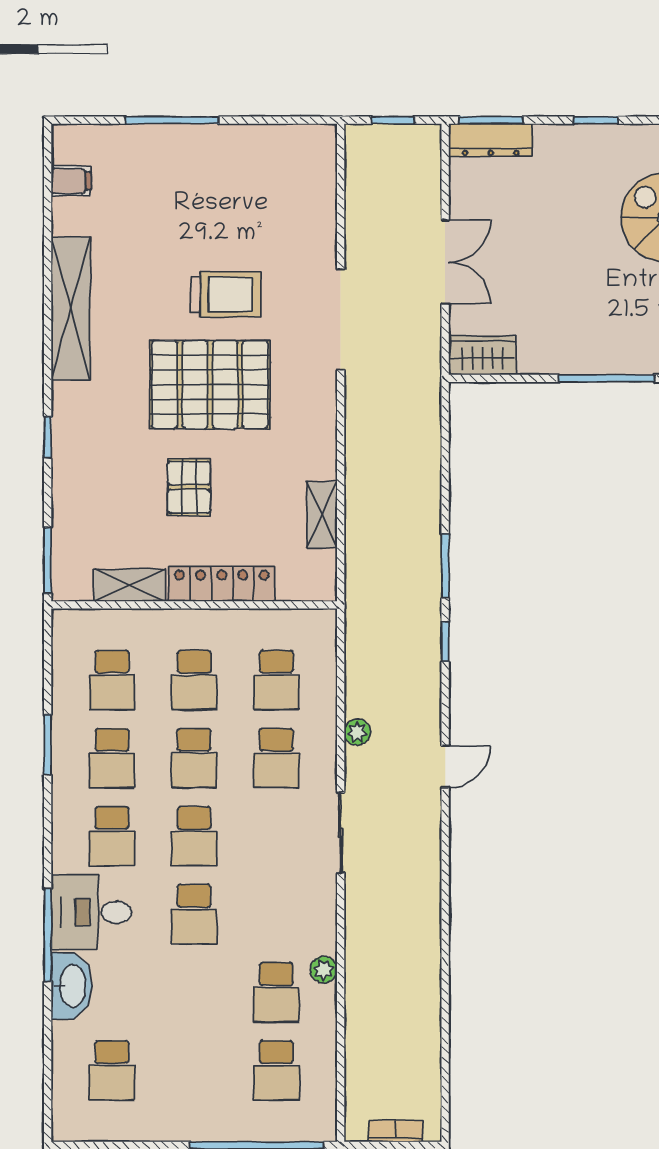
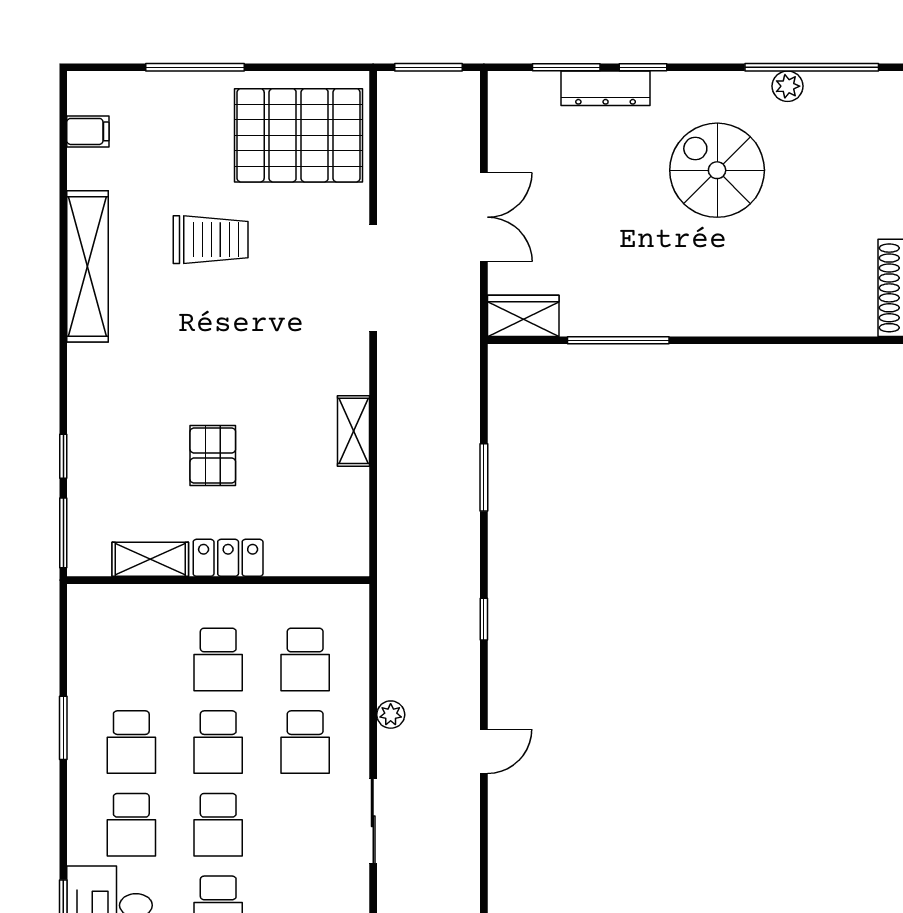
window: (393, 120) -> (428, 67), width x1.50
window: (491, 120) -> (566, 67), moved
dresser: (491, 140) -> (606, 88), moved
trolley: (226, 294) -> (211, 240), moved
window: (607, 378) -> (618, 340), moved
pallet: (210, 385) -> (299, 135), moved
window: (48, 437) -> (63, 456), moved
shelving: (322, 515) -> (354, 431), moved
window: (445, 566) -> (484, 477), moved
locker: (222, 584) -> (228, 558), width x0.66
school desk: (112, 680) -> (131, 659), removed

